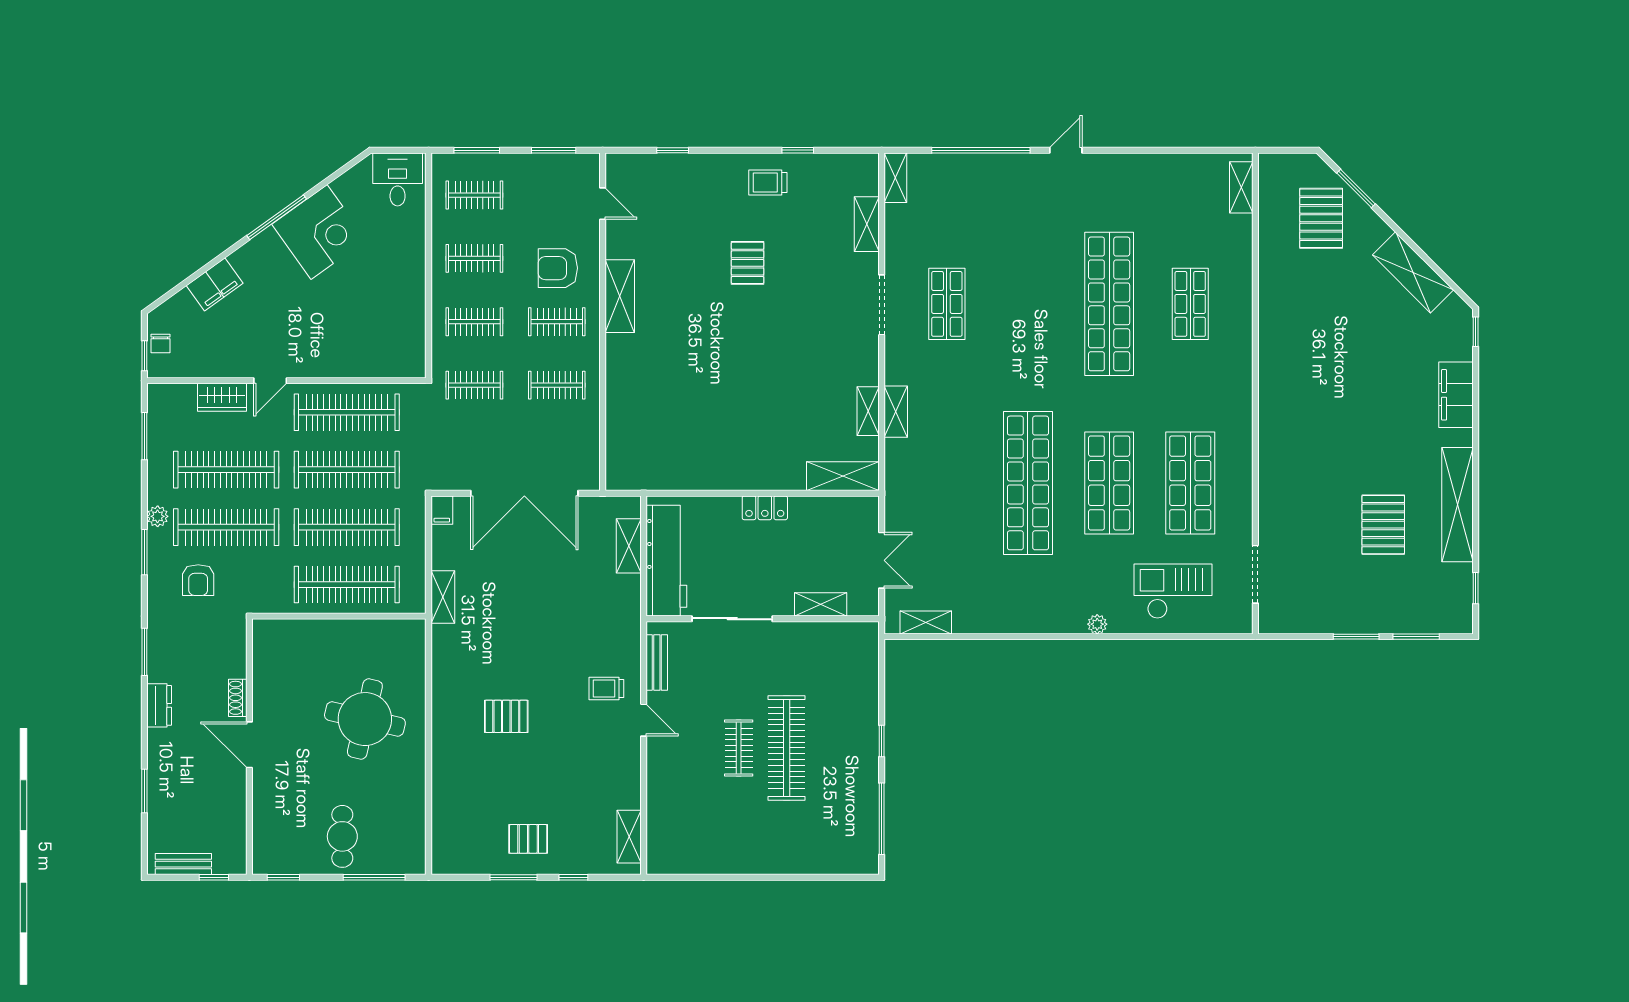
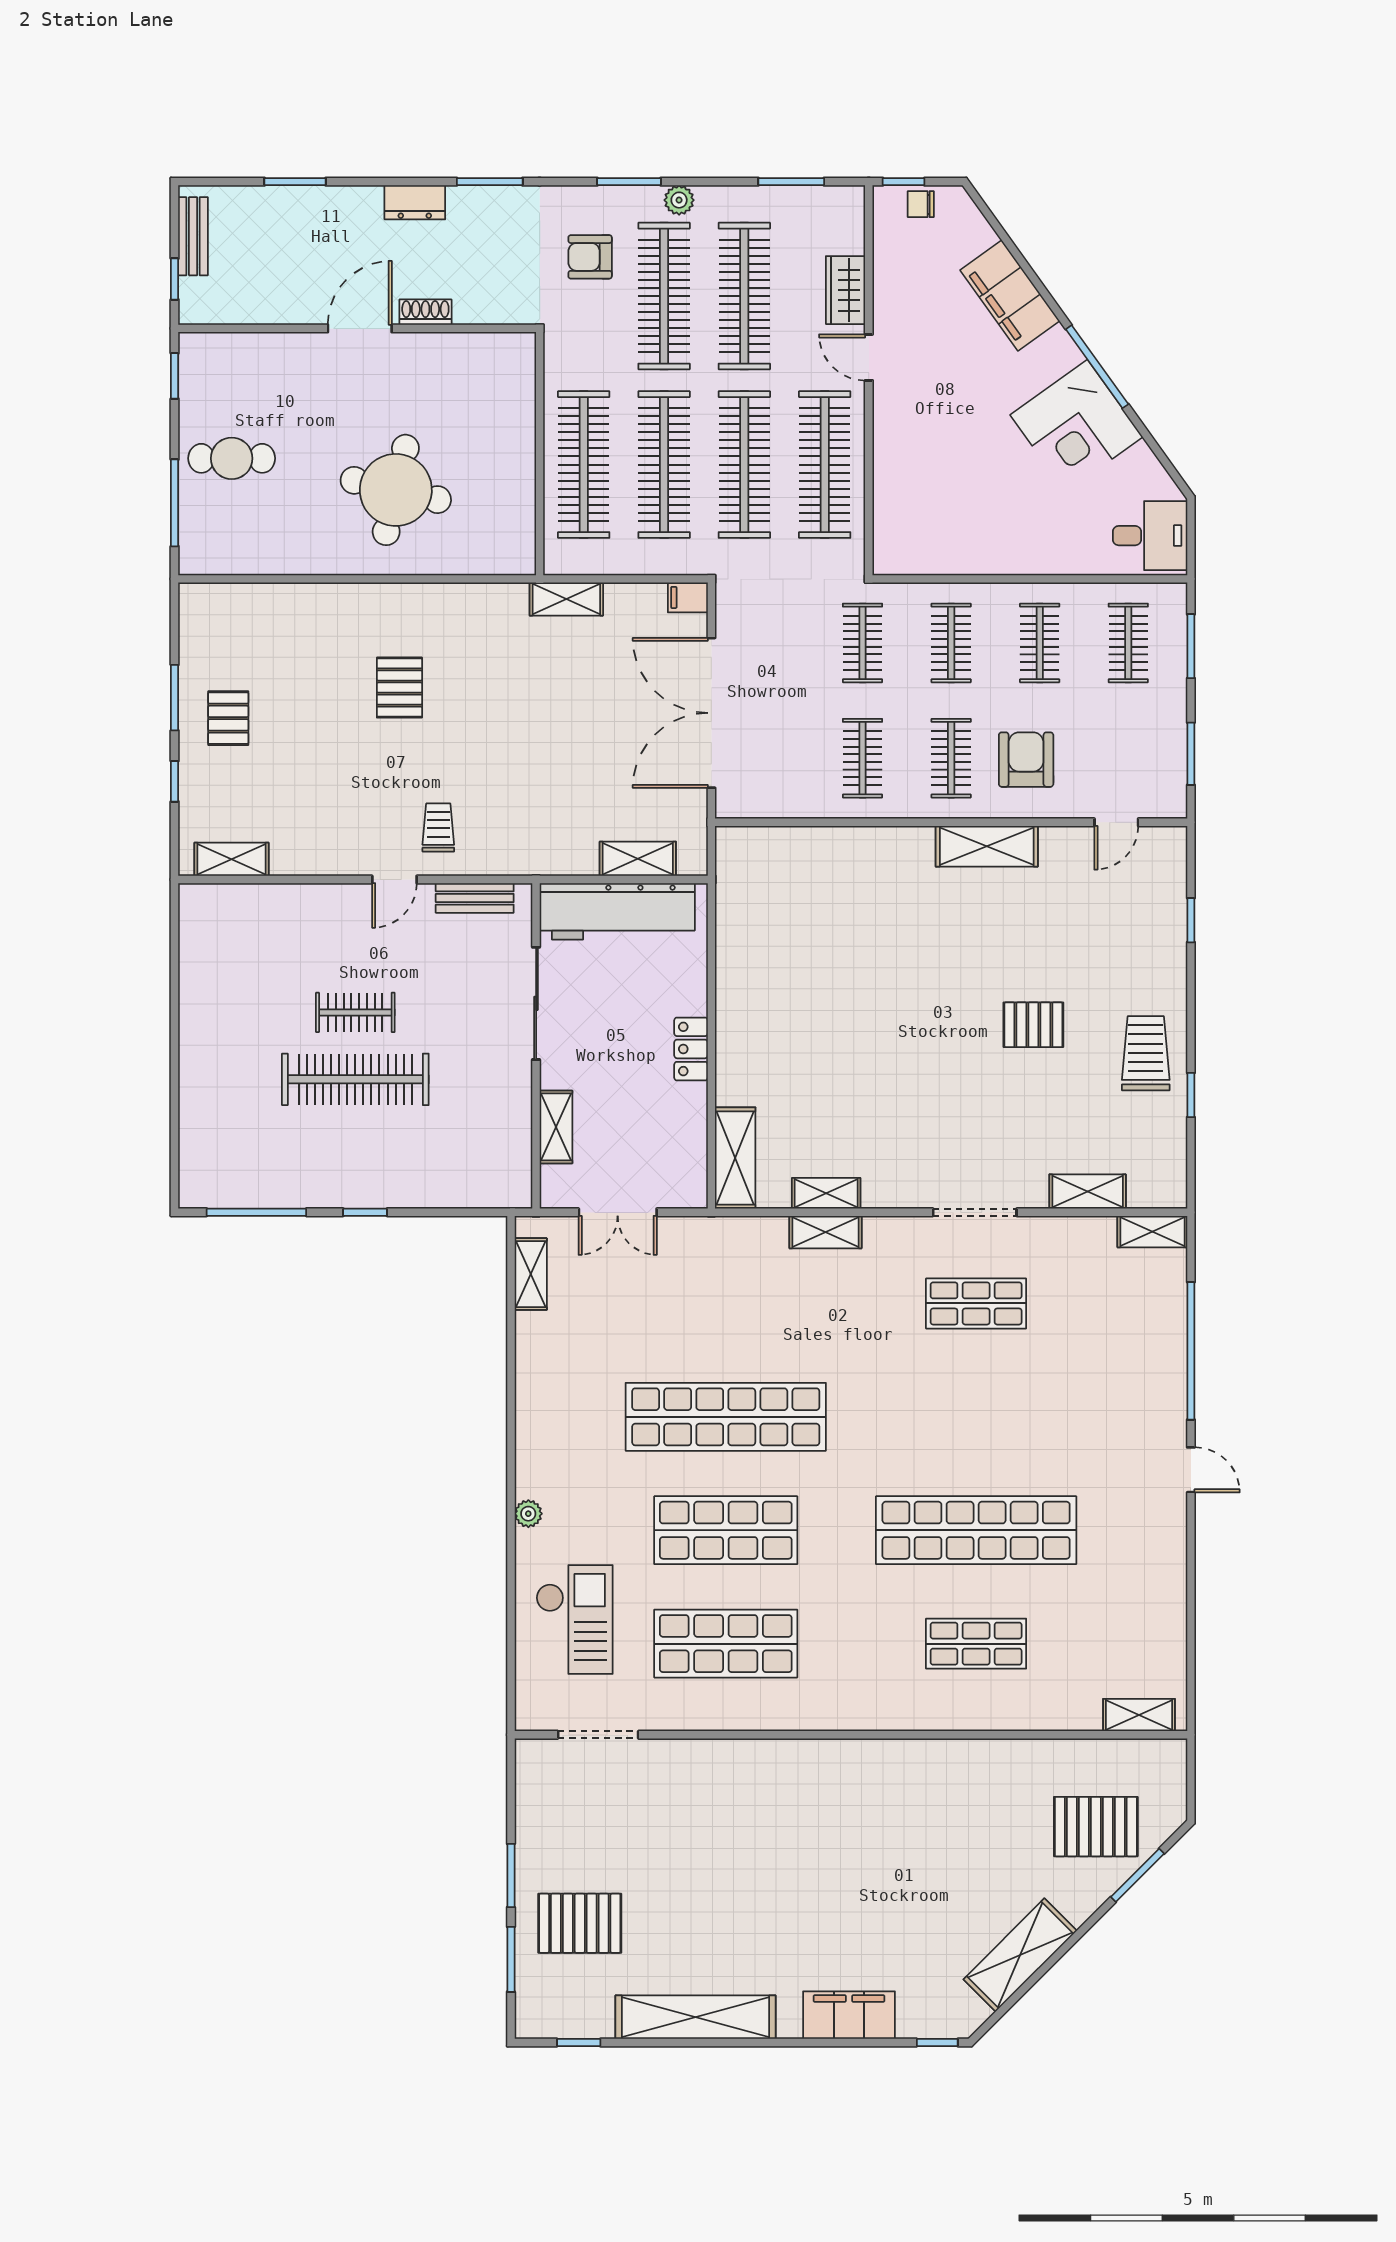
trolley: (768, 183) -> (1146, 1053), width x1.36, depth x1.39
filing cabinet: (215, 284) -> (1010, 296), width x1.50, depth x1.17
pallet: (1383, 525) -> (580, 1923), moved

